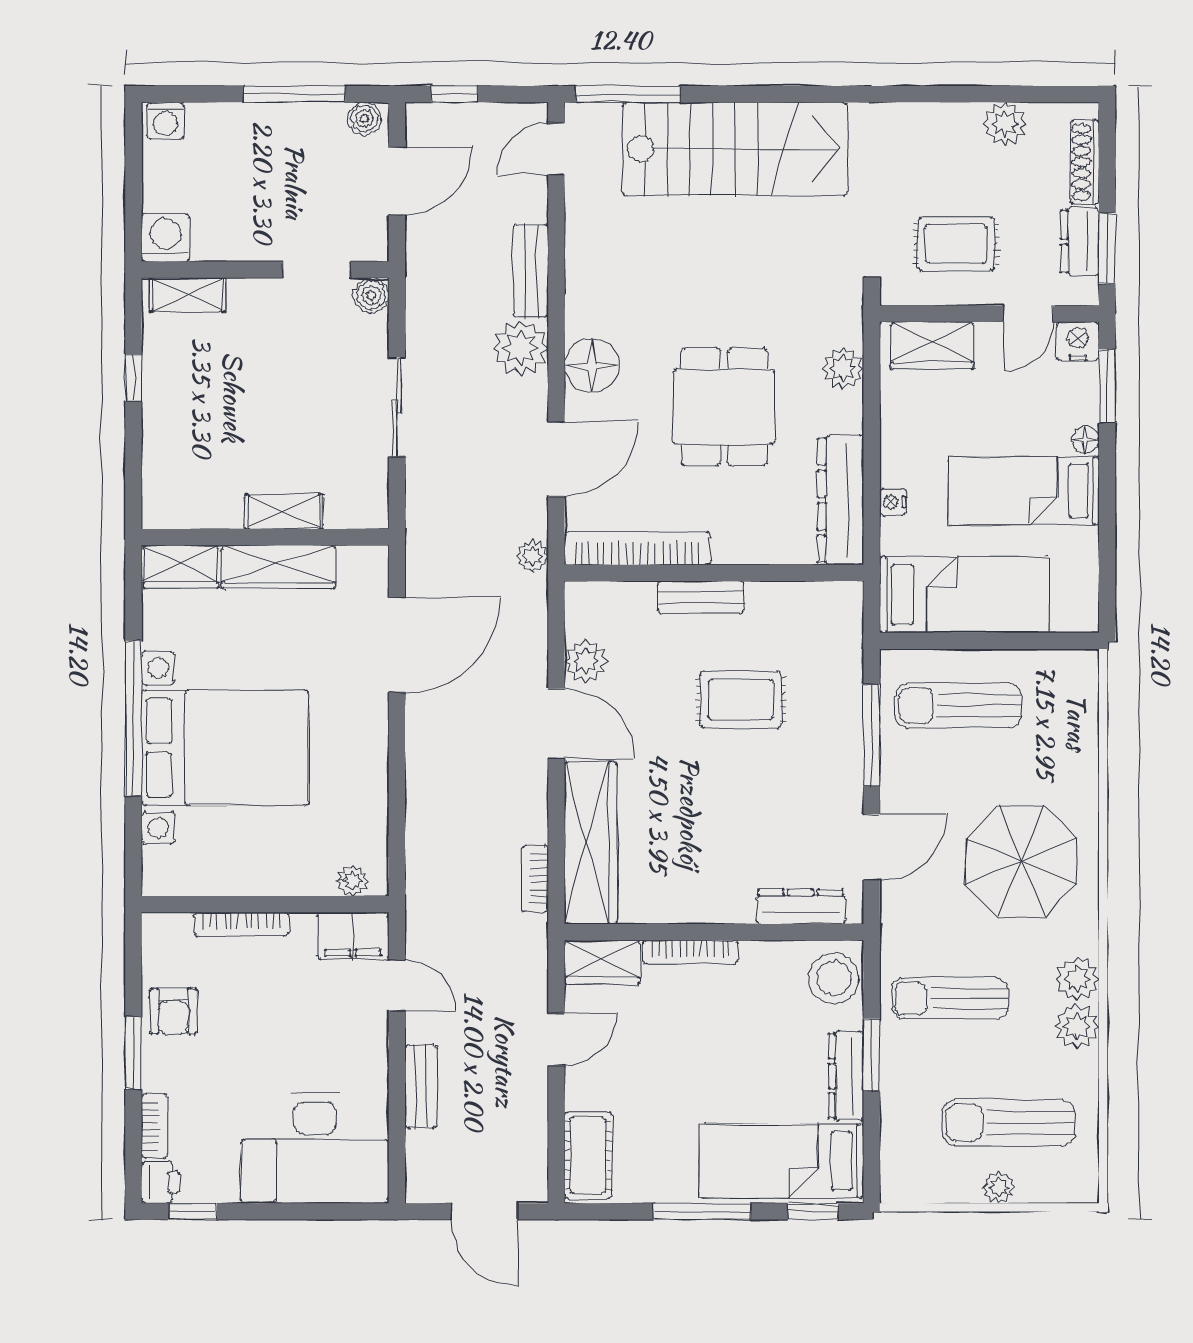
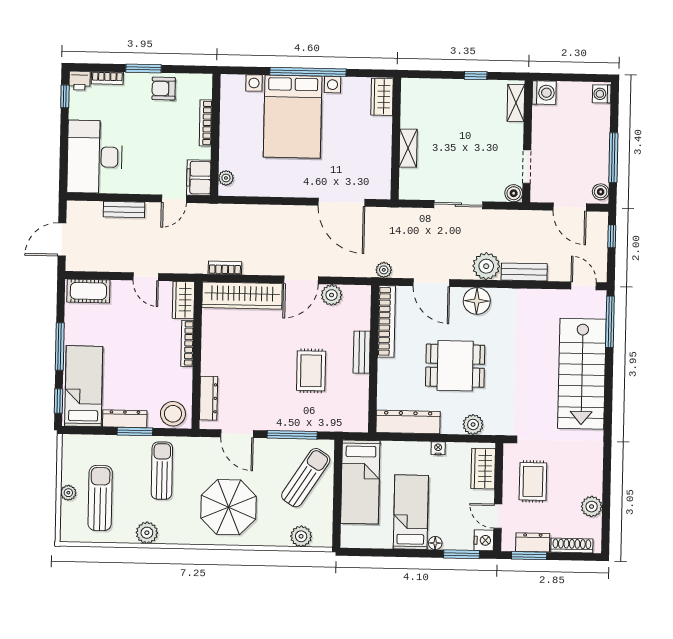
nightstand: (893, 502) -> (438, 448), moved
wardrobe: (278, 567) -> (381, 145), removed
sun lounger: (958, 706) -> (306, 478), turned 33
plant: (1077, 979) -> (301, 536), moved

